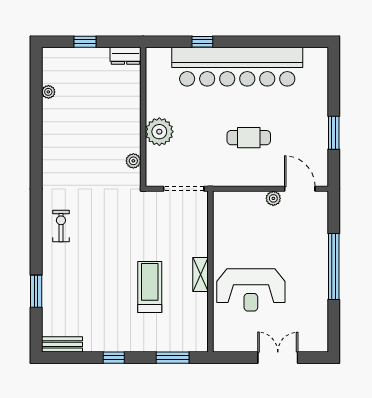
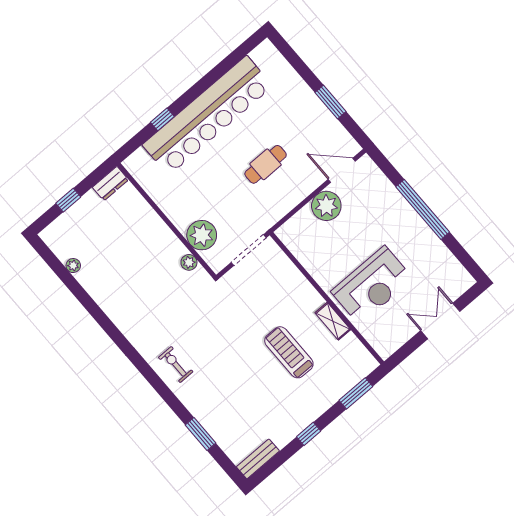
plant: (159, 132) -> (202, 235), moved
plant: (273, 198) -> (326, 206), width x1.87, depth x1.87
shelving: (201, 274) -> (333, 321), moved

